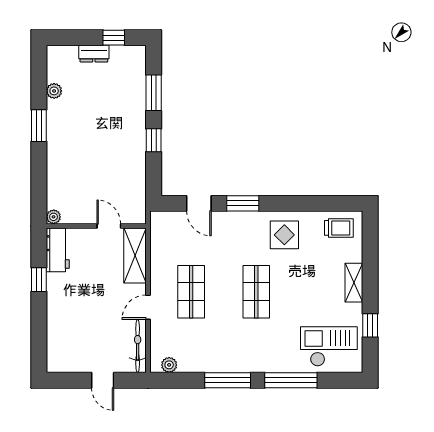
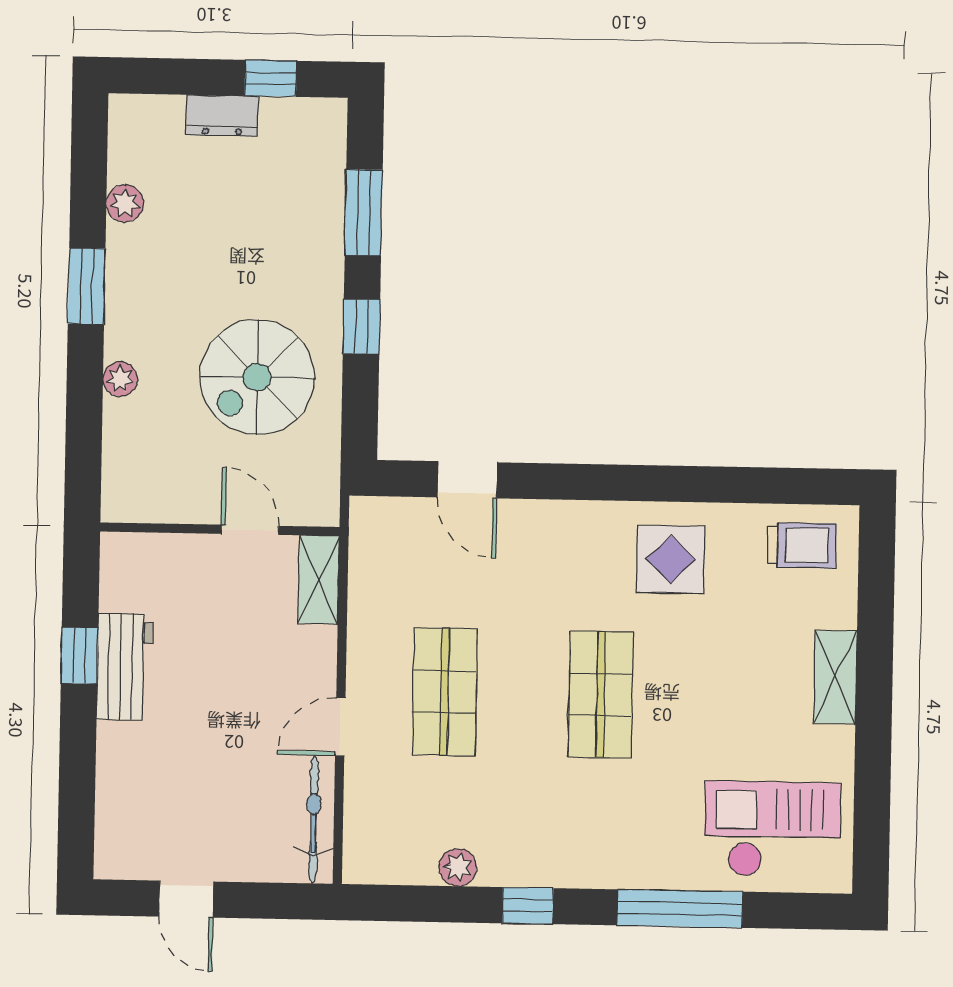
spiral stairs: (111, 162) -> (257, 377), added
window: (243, 203) -> (572, 482), removed
plant: (54, 217) -> (120, 379), moved
workbench: (58, 250) -> (125, 667), moved
shelving: (135, 255) -> (319, 580), width x0.67, depth x0.75
window: (370, 325) -> (872, 780), removed
plant: (169, 365) -> (458, 867), moved
door: (103, 380) -> (186, 899), moved
window: (228, 380) -> (528, 906), width x0.46

